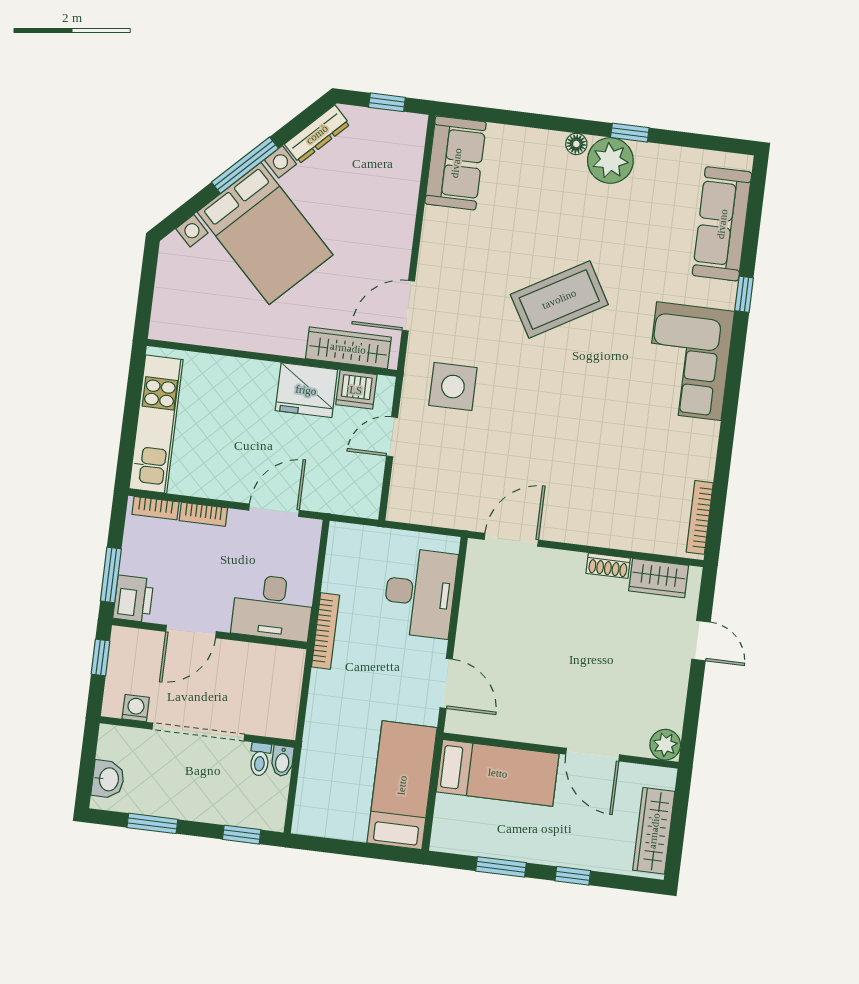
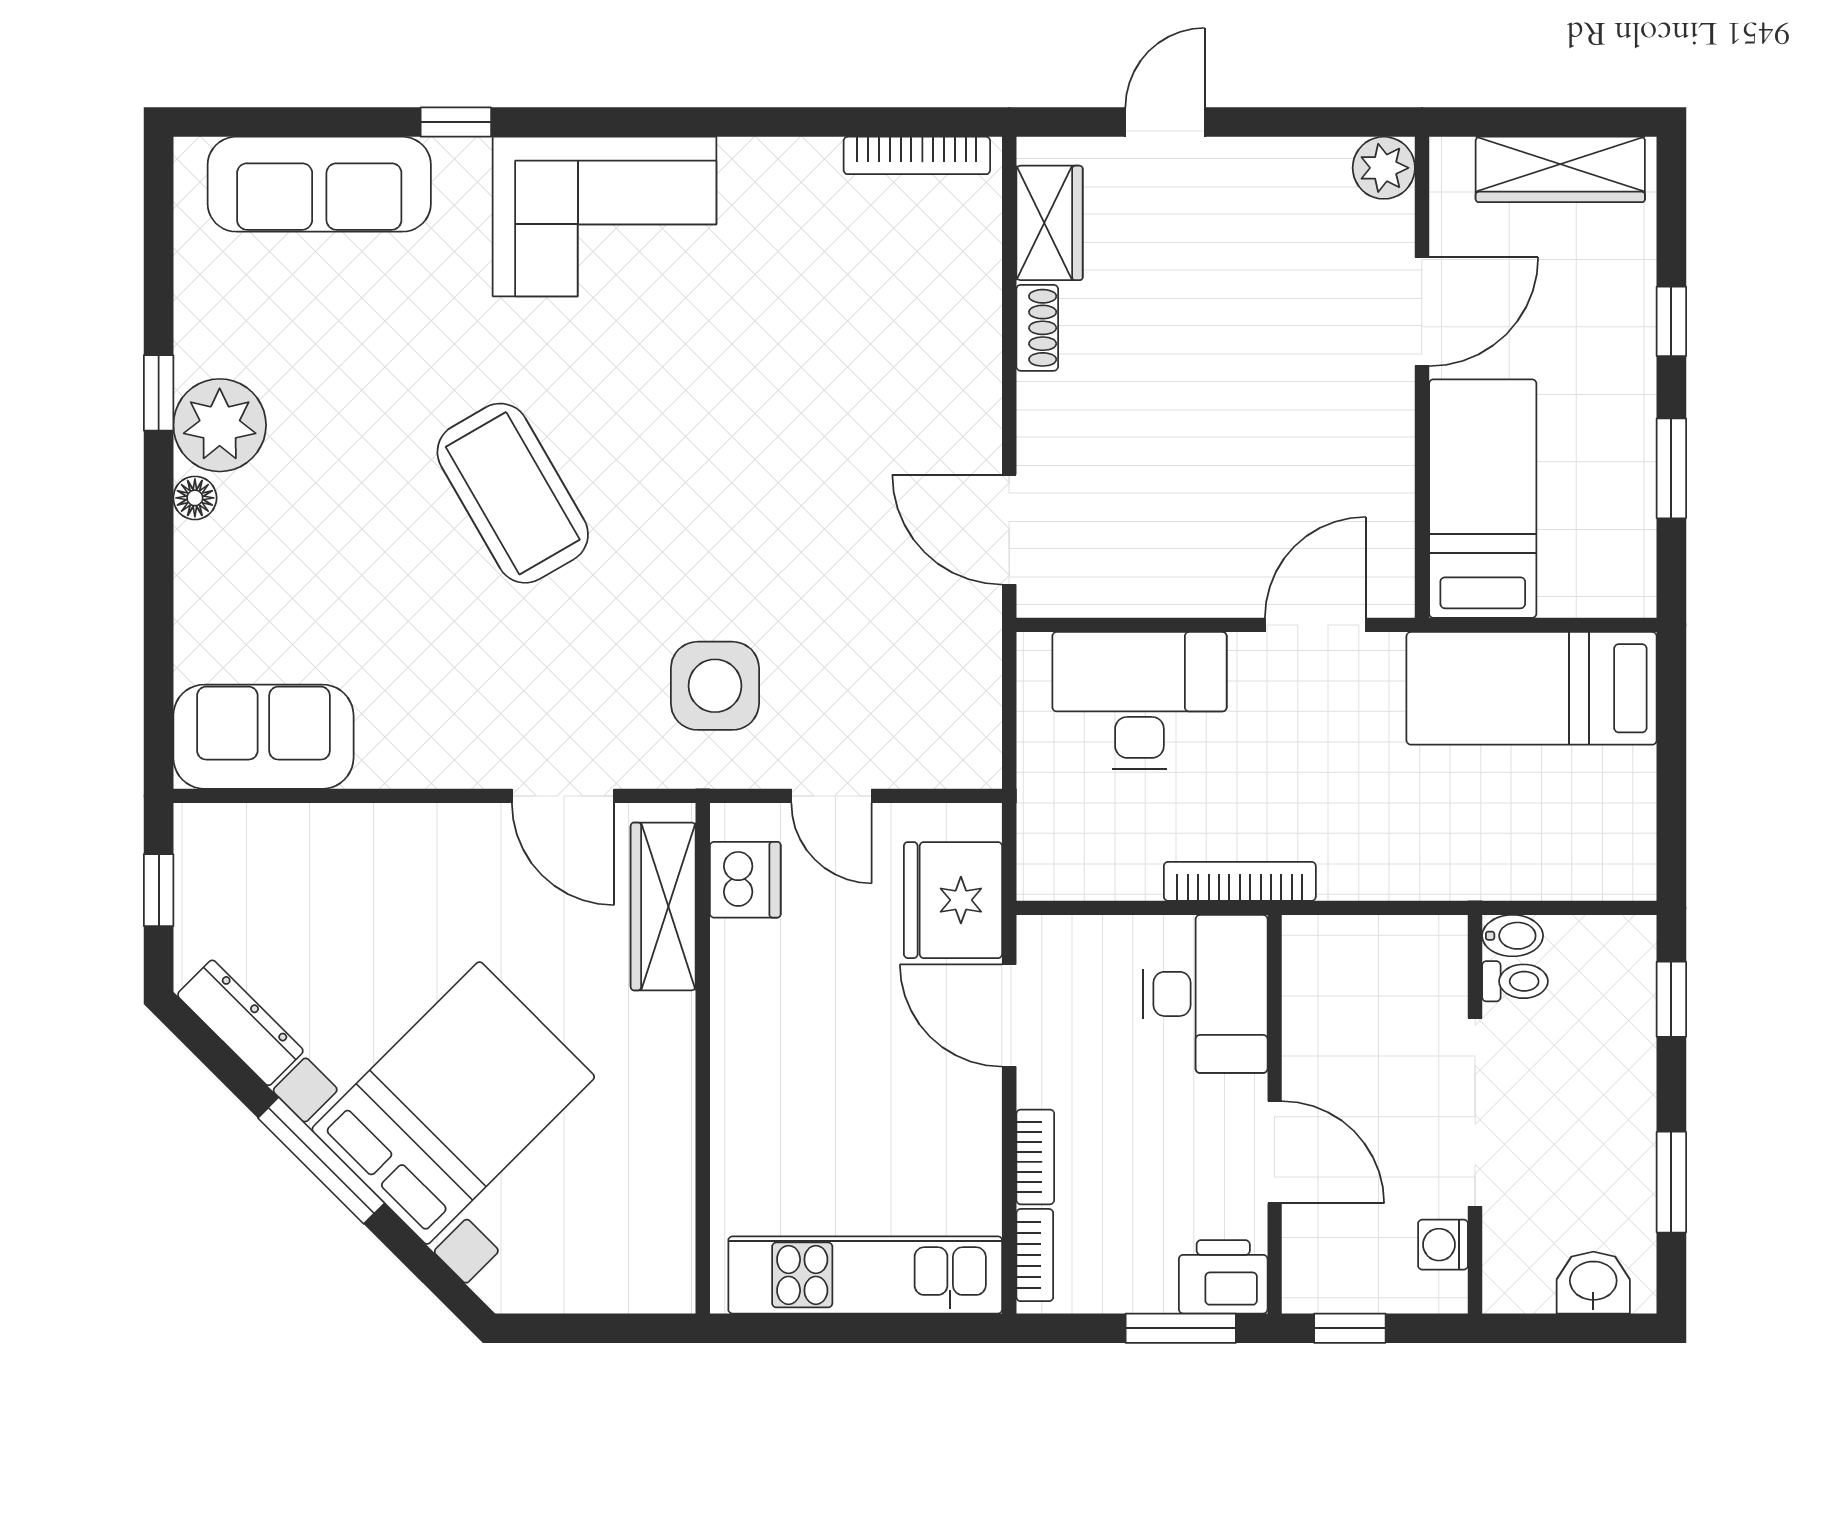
fridge: (306, 390) -> (953, 900), moved, turned 180

